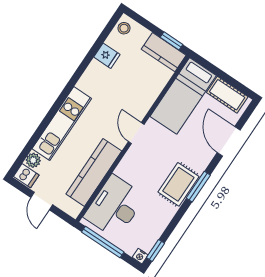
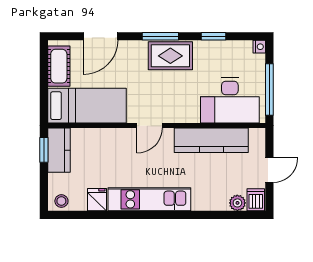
kitchen unit: (62, 124) -> (149, 199), moved
window: (155, 250) -> (214, 36), moved

